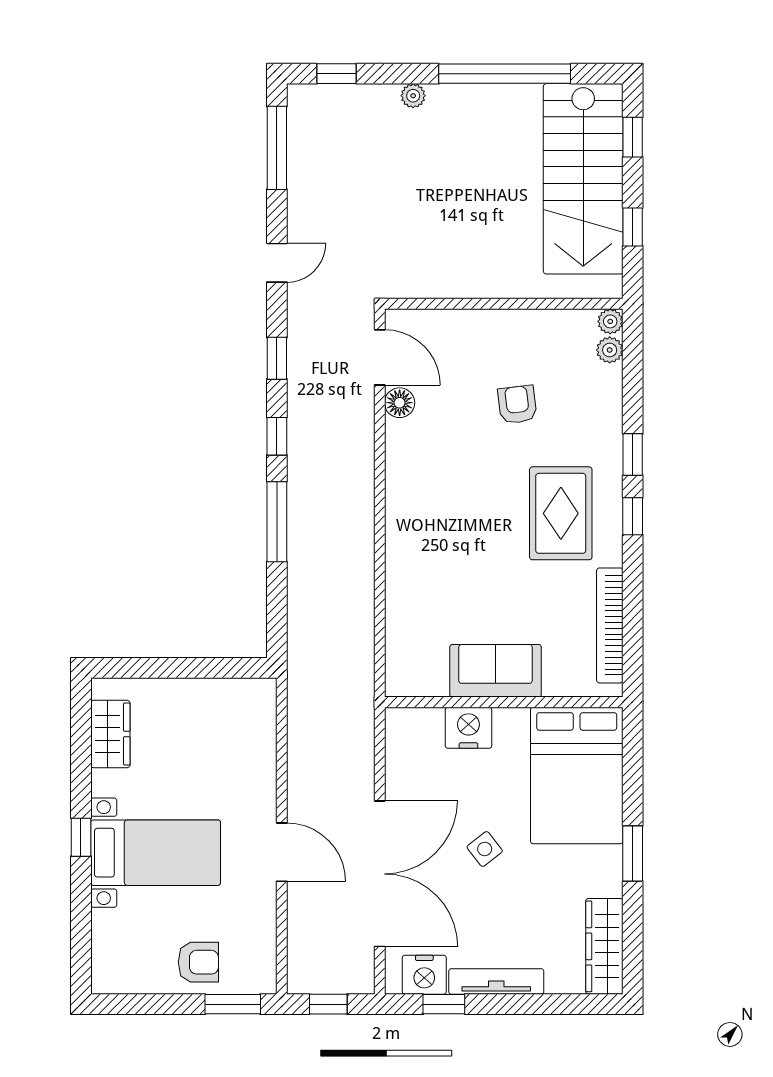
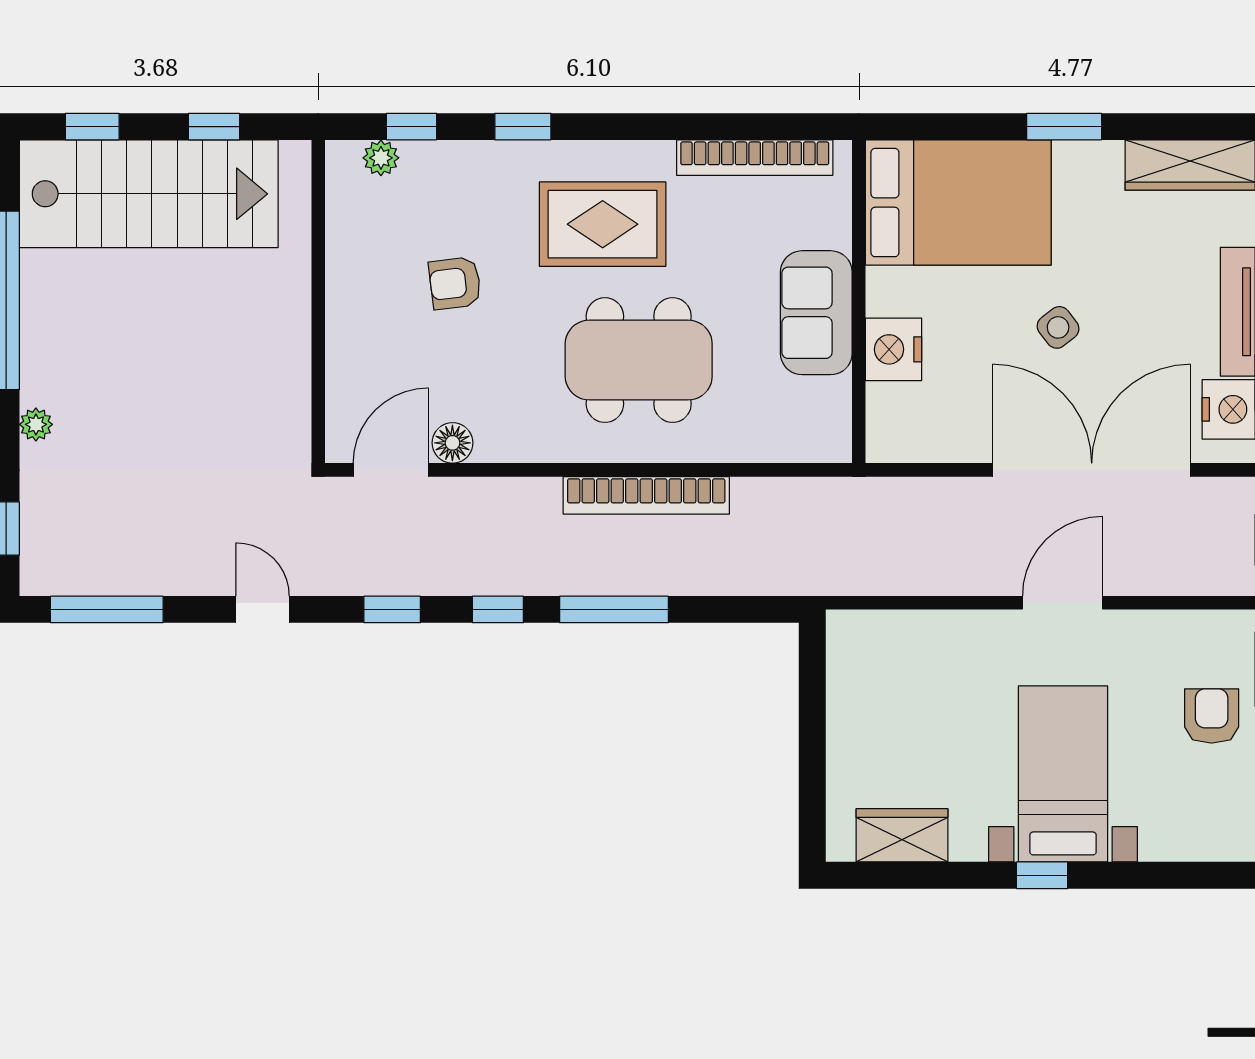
plant: (610, 321) -> (342, 157), removed
window: (633, 516) -> (412, 127), moved
dining table: (461, 540) -> (639, 360), added
bookcase: (361, 545) -> (646, 495), added

